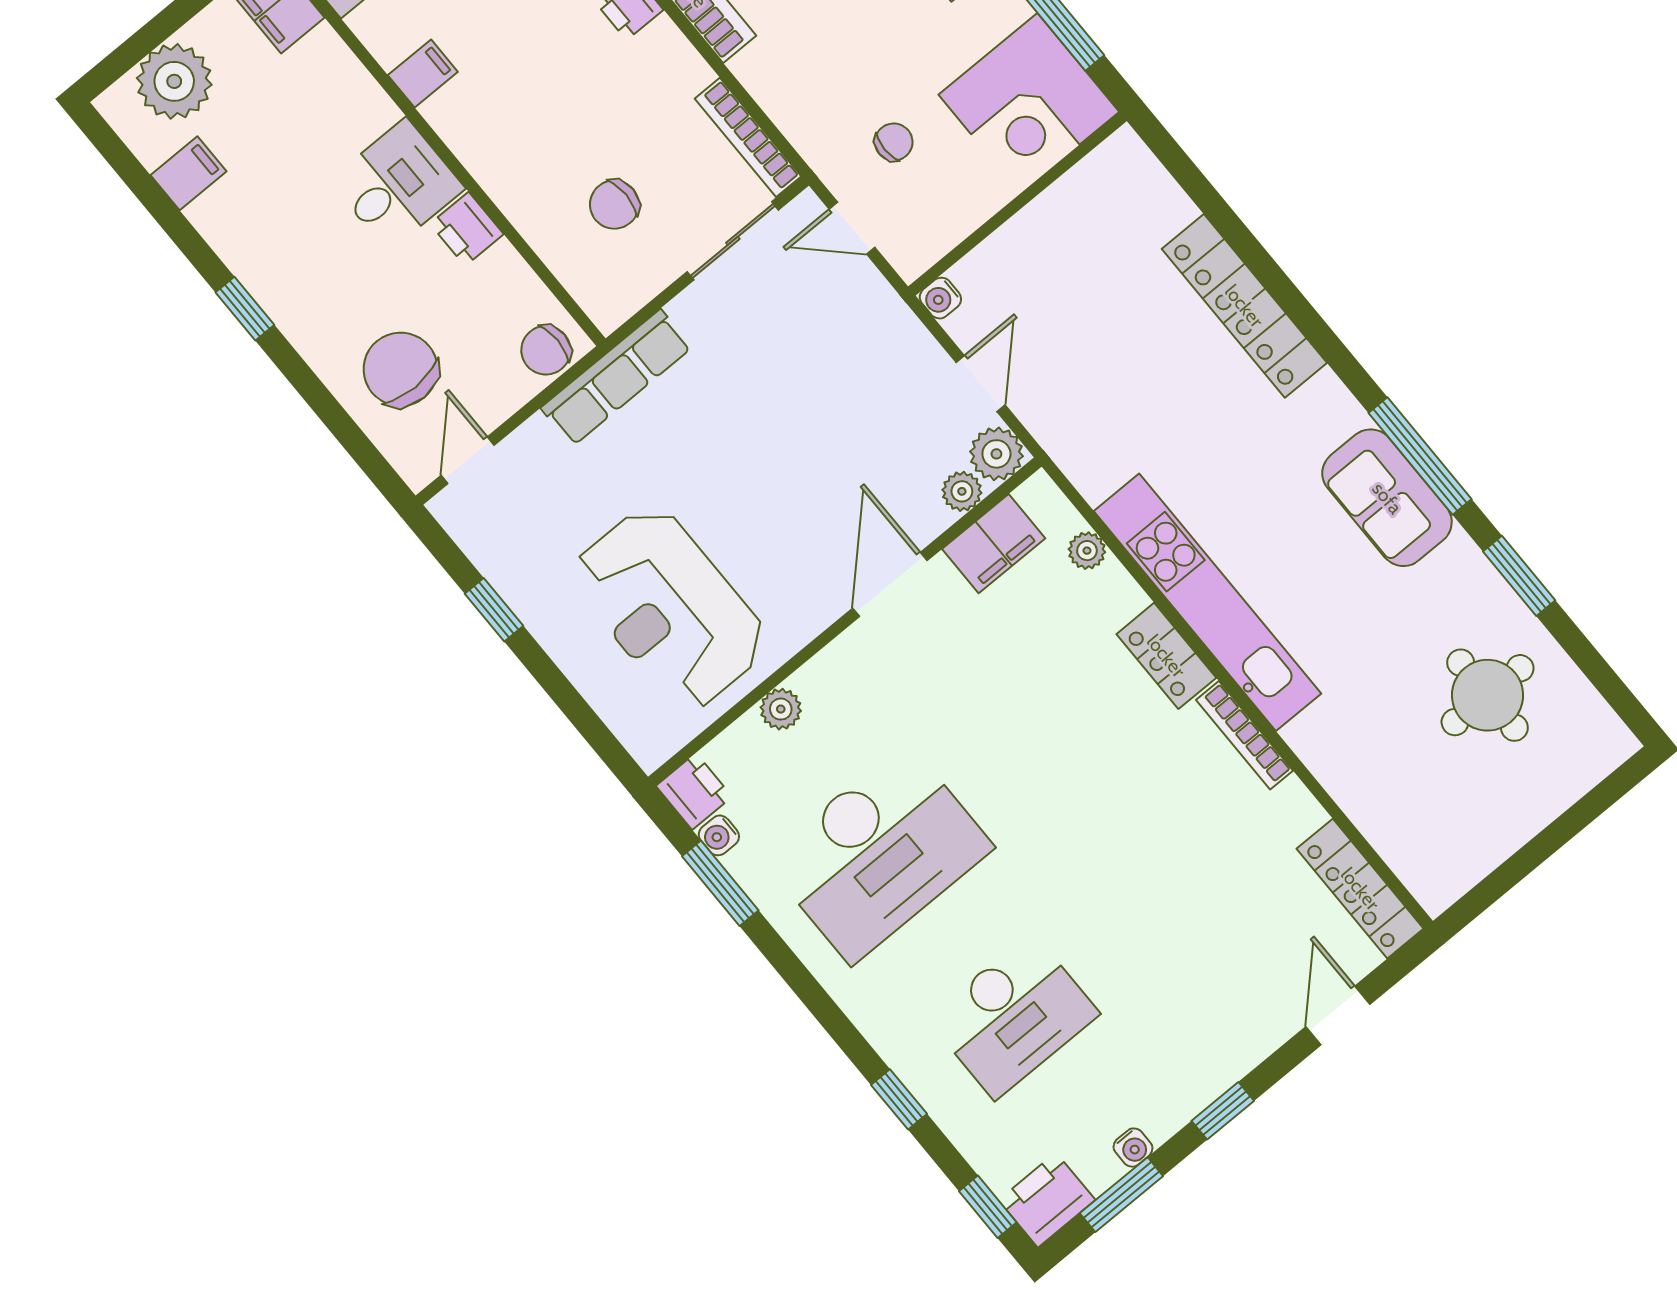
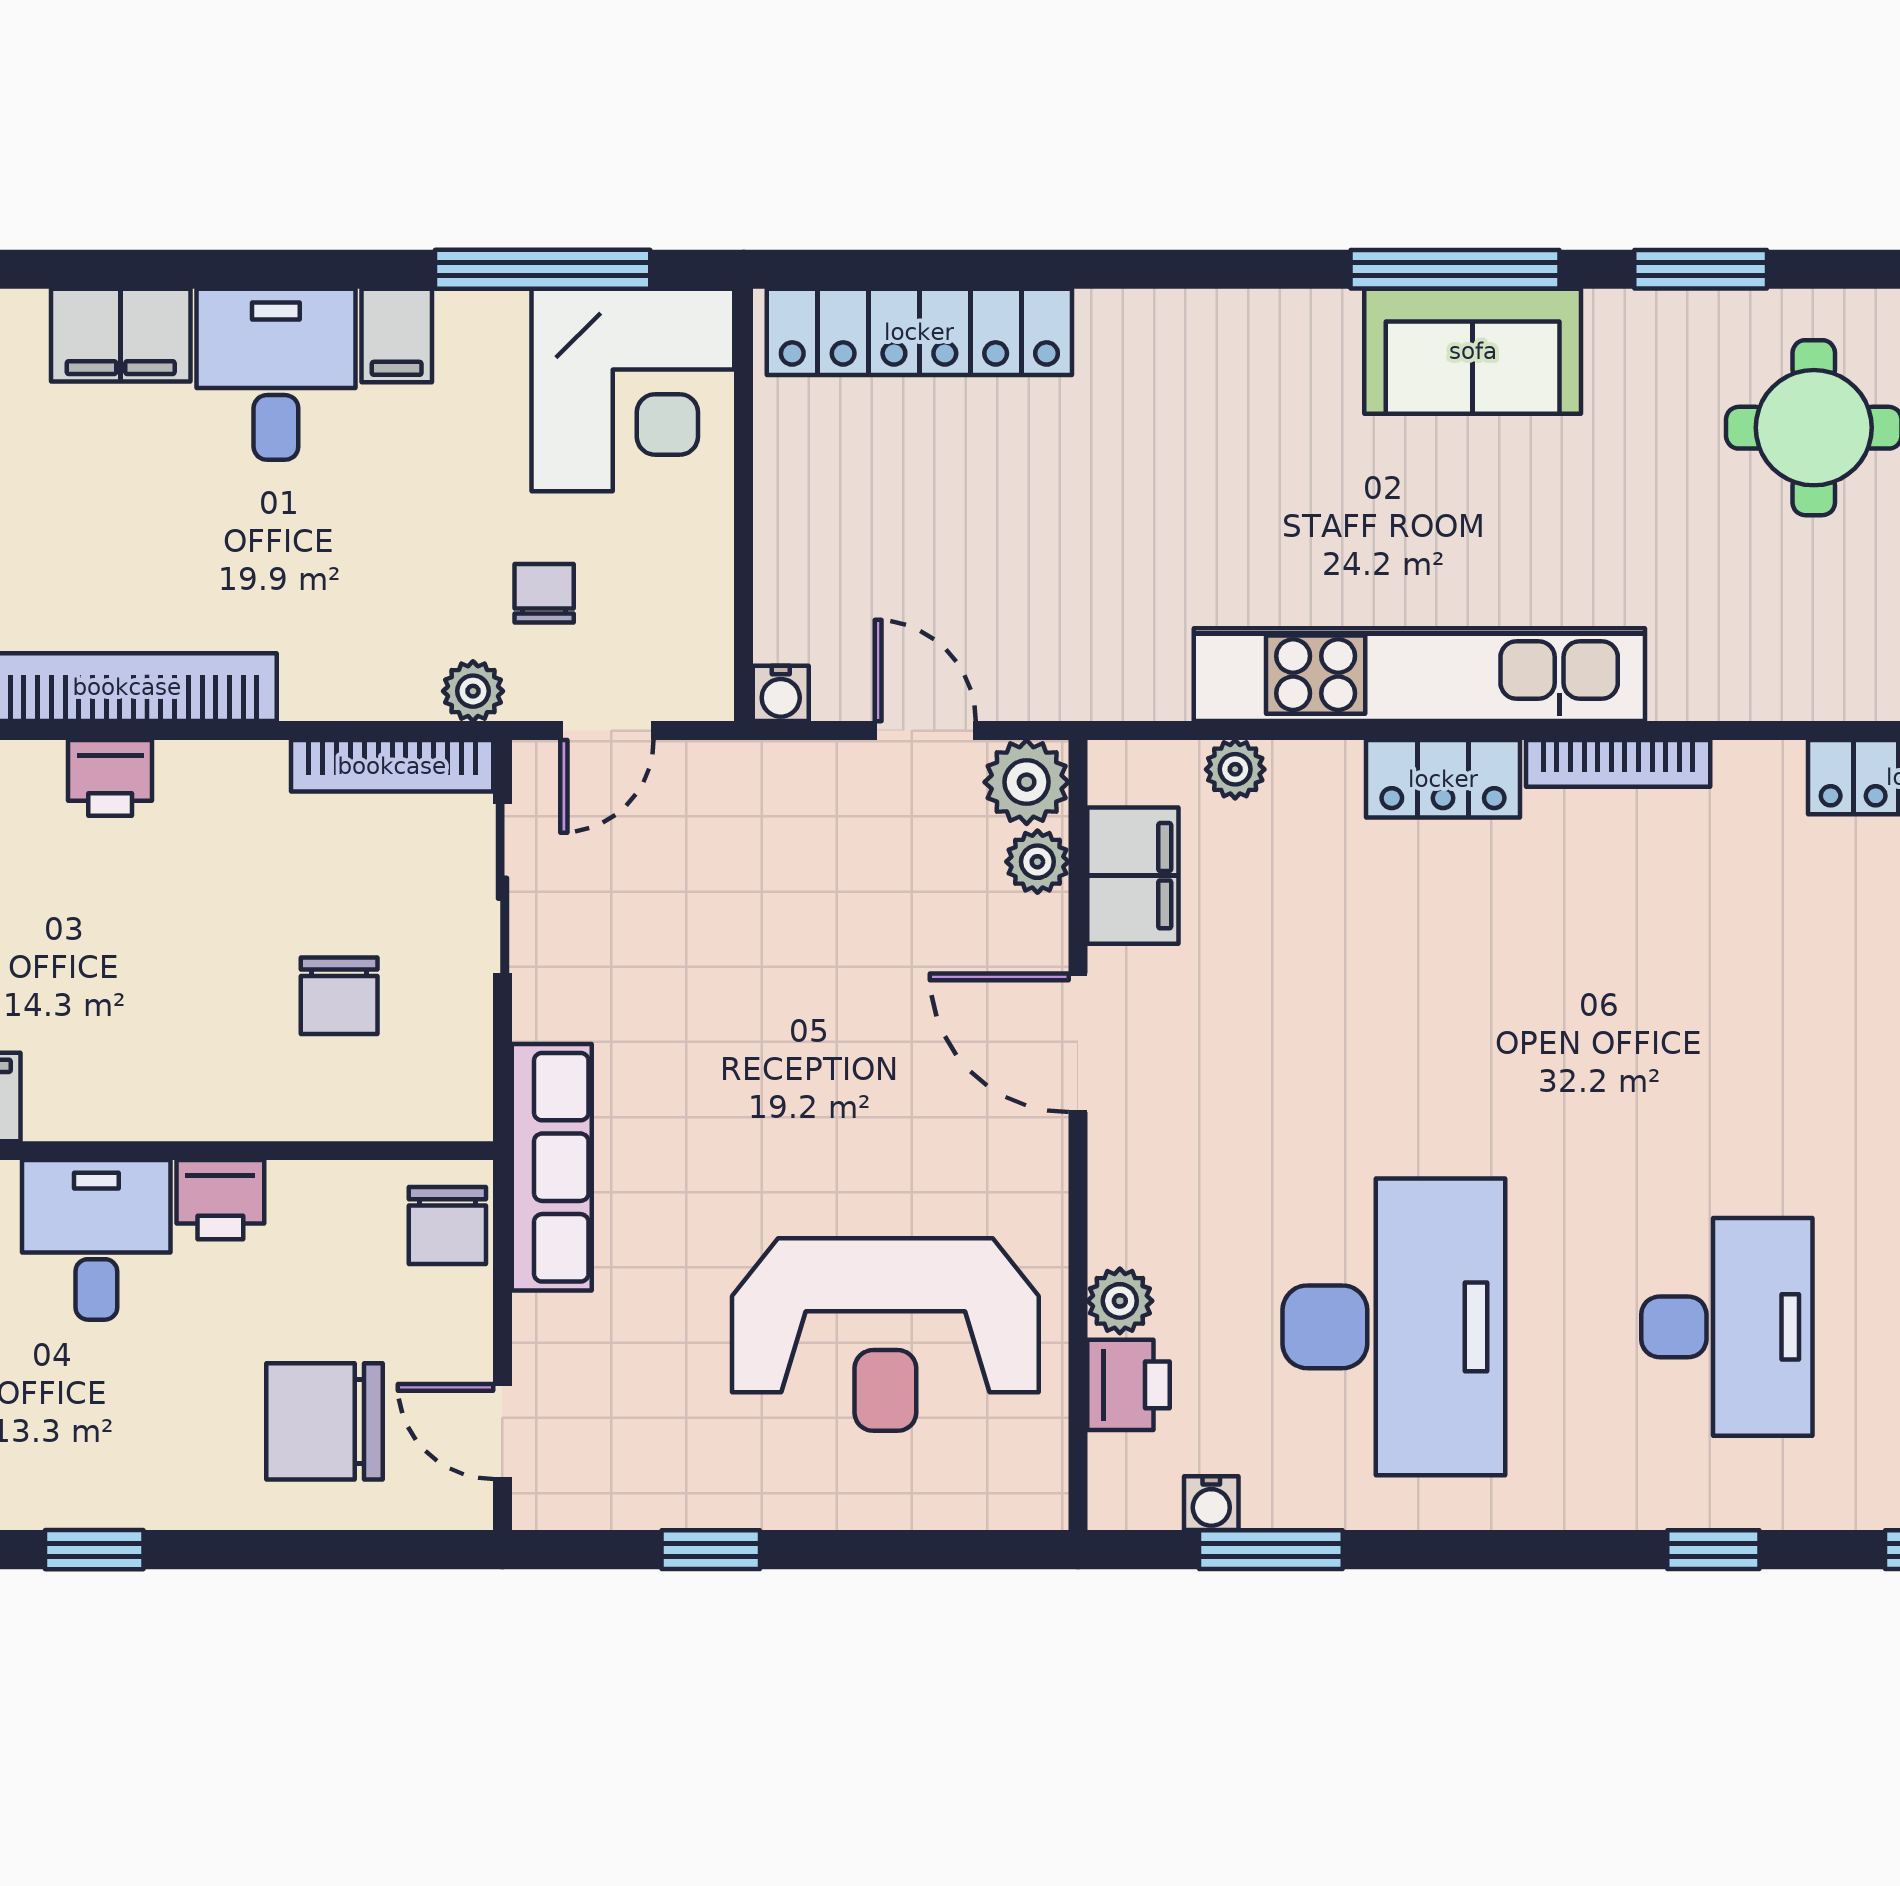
plant: (817, 147) -> (473, 691), added
locker: (1244, 306) -> (919, 332), moved
printer: (694, 791) -> (1129, 1385), moved, turned 90

